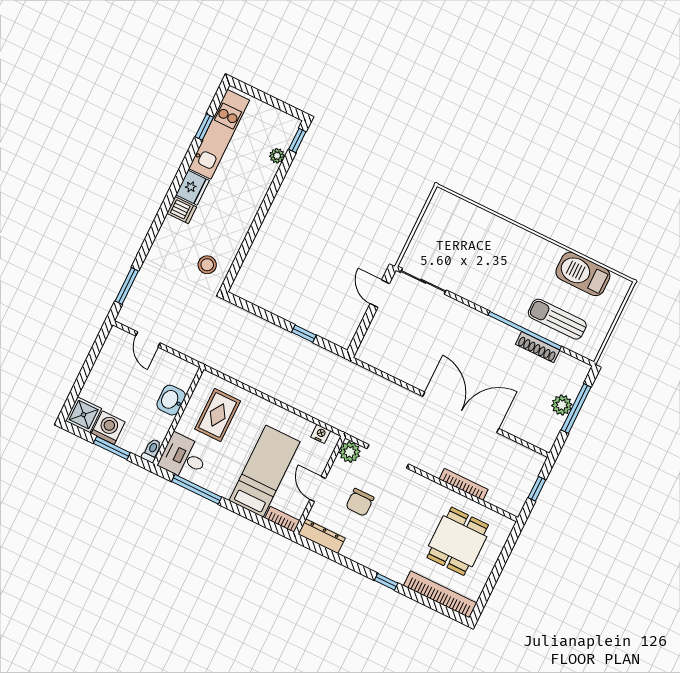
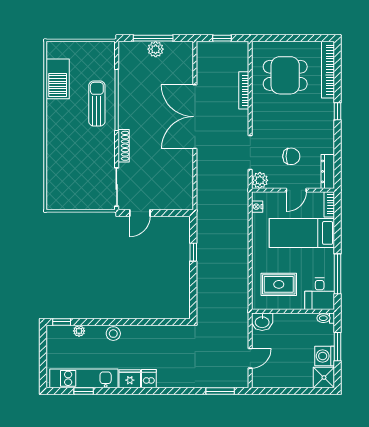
stool: (207, 265) -> (113, 334), moved
sun lounger: (557, 319) -> (97, 104), moved, turned 180
shoe rack: (538, 347) -> (124, 146), moved
washbasin: (171, 400) -> (262, 322), moved

